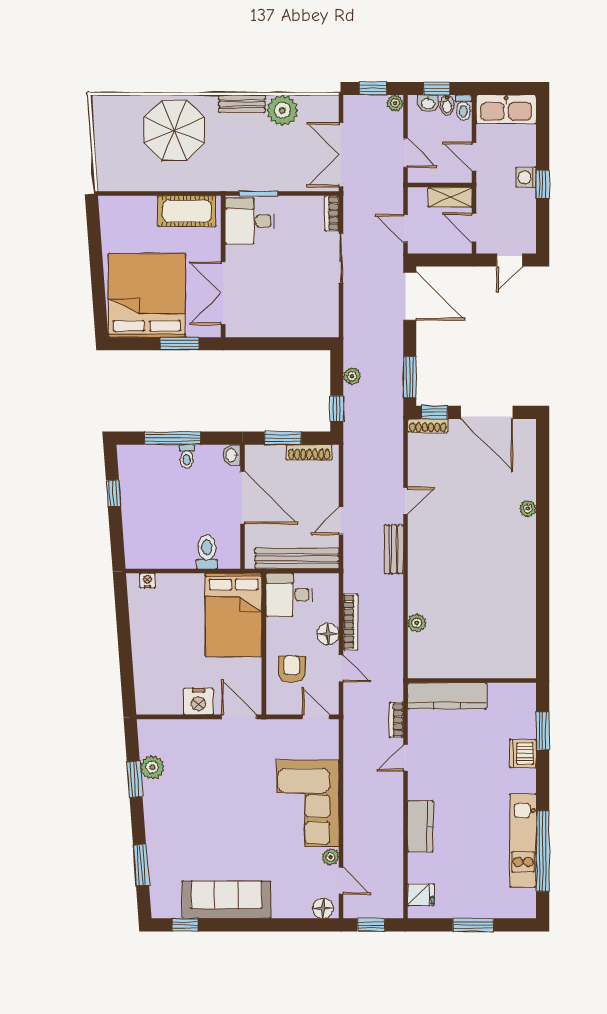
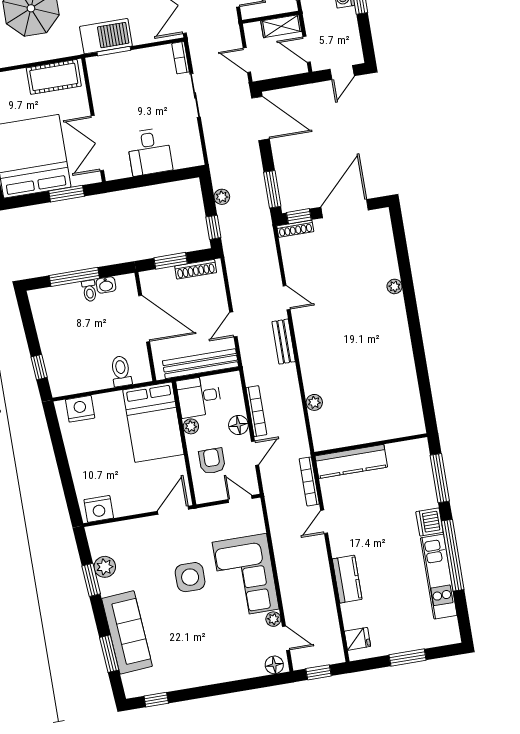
barbecue: (253, 176) -> (106, 36), added
desk: (250, 221) -> (149, 152), moved, turned -90
door: (487, 412) -> (345, 209), swing flipped
washbasin: (232, 455) -> (106, 285), moved, turned -90
window: (113, 493) -> (39, 367), moved
door: (405, 501) -> (287, 298), hinge flipped
nightstand: (147, 581) -> (80, 409), width x1.89, depth x1.79
plant: (275, 627) -> (191, 426), added
door: (341, 668) -> (255, 453), hinge flipped
nightstand: (198, 702) -> (99, 509), moved
door: (239, 717) -> (173, 510), hinge flipped
bookcase: (396, 720) -> (309, 481), width x1.56
window: (543, 731) -> (440, 478), width x1.44
dishwasher: (523, 754) -> (429, 522), moved
side table: (246, 795) -> (190, 577), added
window: (543, 851) -> (453, 555), moved
sofa: (227, 900) -> (127, 632), moved, turned 86

